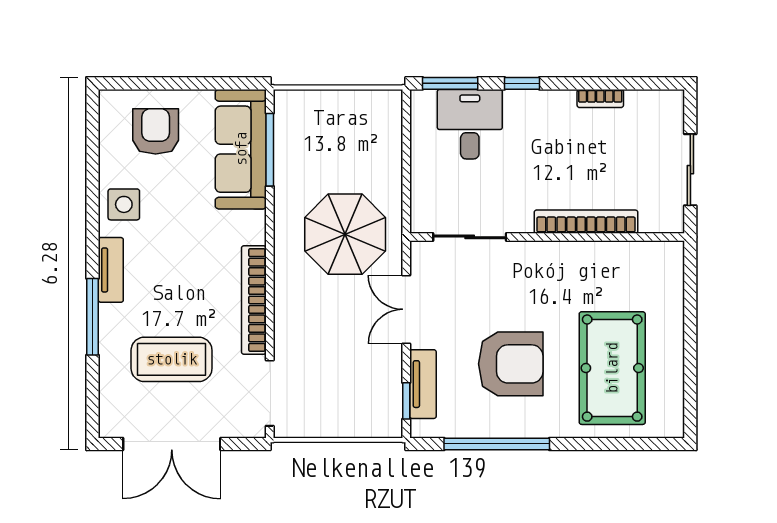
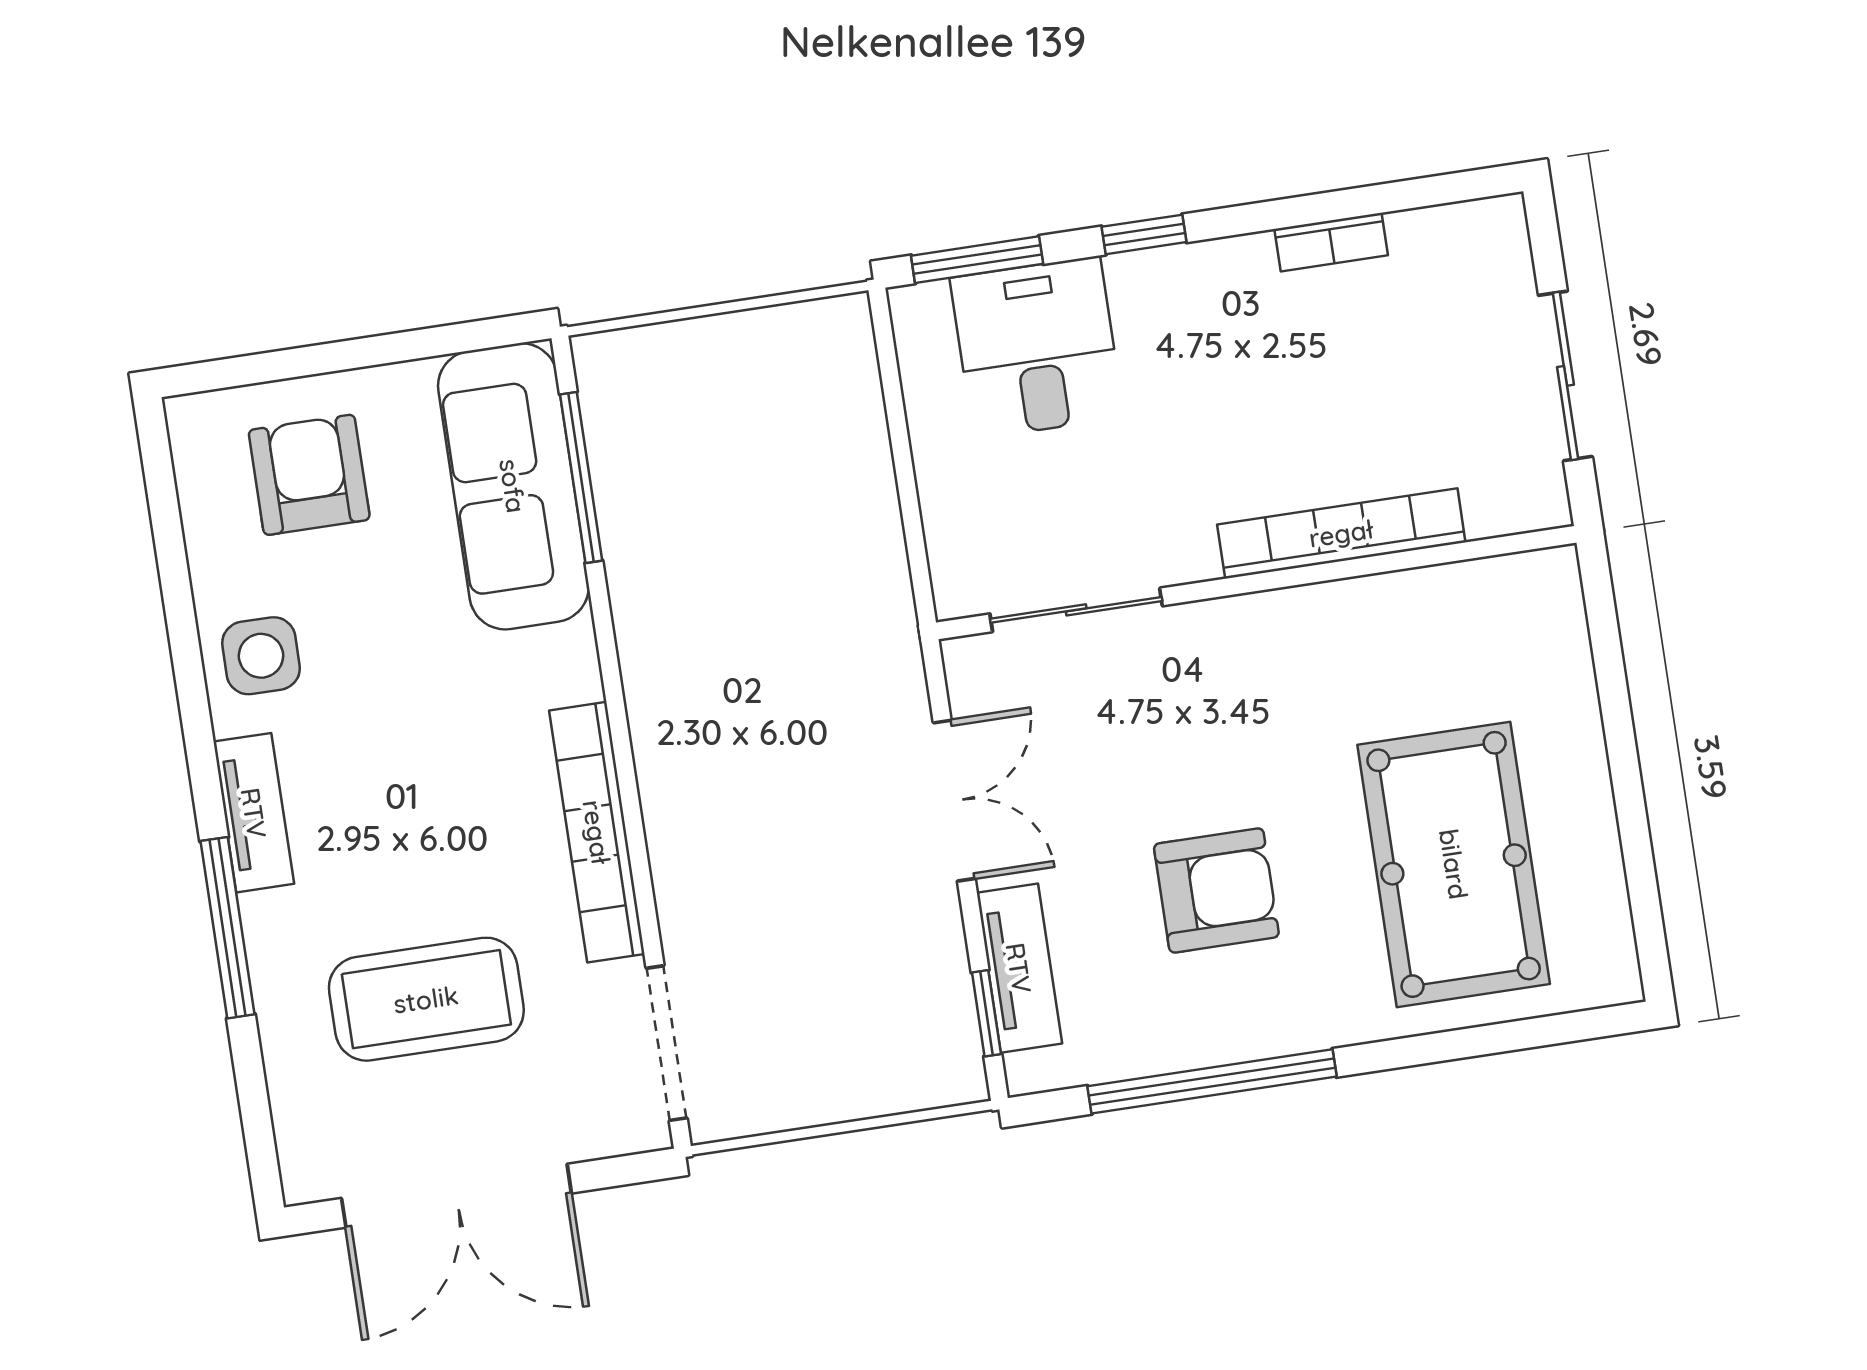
parasol: (345, 234) -> (786, 647), removed
double door: (406, 309) -> (954, 801), swing flipped
armchair: (511, 364) -> (1216, 890), width x0.73, depth x0.73

